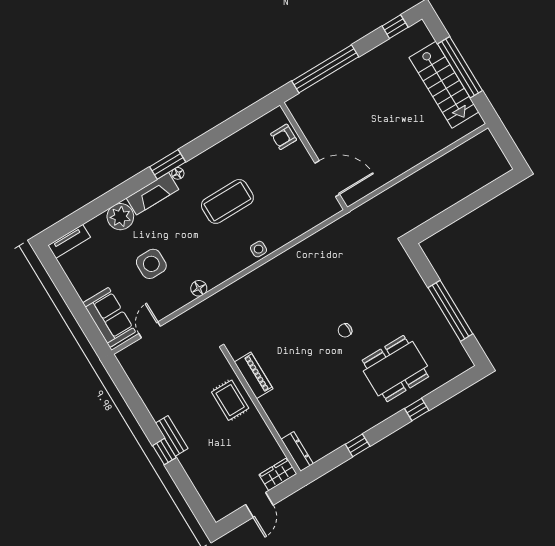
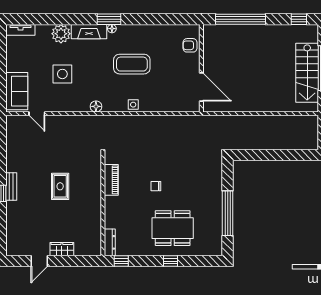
floor lamp: (199, 288) -> (96, 106), moved
door: (150, 330) -> (37, 114), swing flipped
piano: (254, 375) -> (111, 180), moved
wall: (261, 411) -> (103, 205), moved
dresser: (297, 451) -> (110, 242), moved

